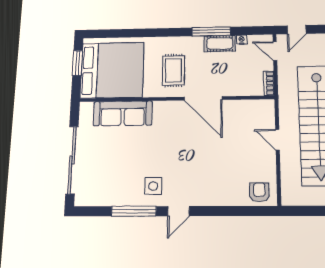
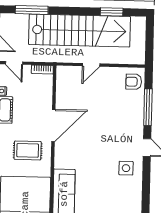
door: (275, 51) -> (14, 63), hinge flipped
window: (134, 211) -> (148, 107), moved

